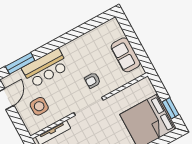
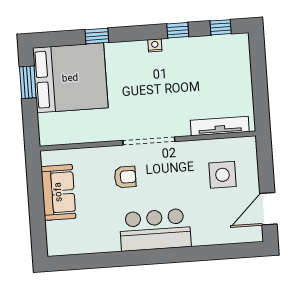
window: (20, 63) -> (222, 252), removed
bar counter: (45, 68) -> (155, 230), moved

